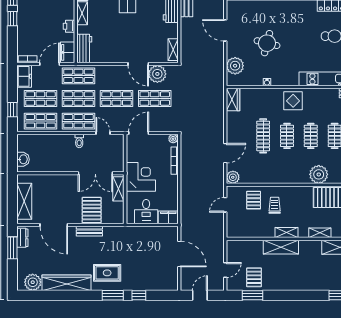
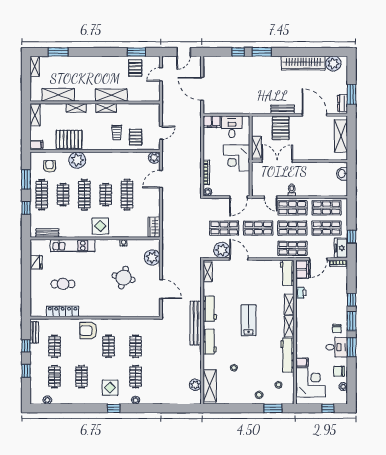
window: (12, 110) -> (352, 237), moved
clothes rail: (311, 136) -> (84, 195), width x1.36
rug: (107, 273) -> (267, 72), removed

